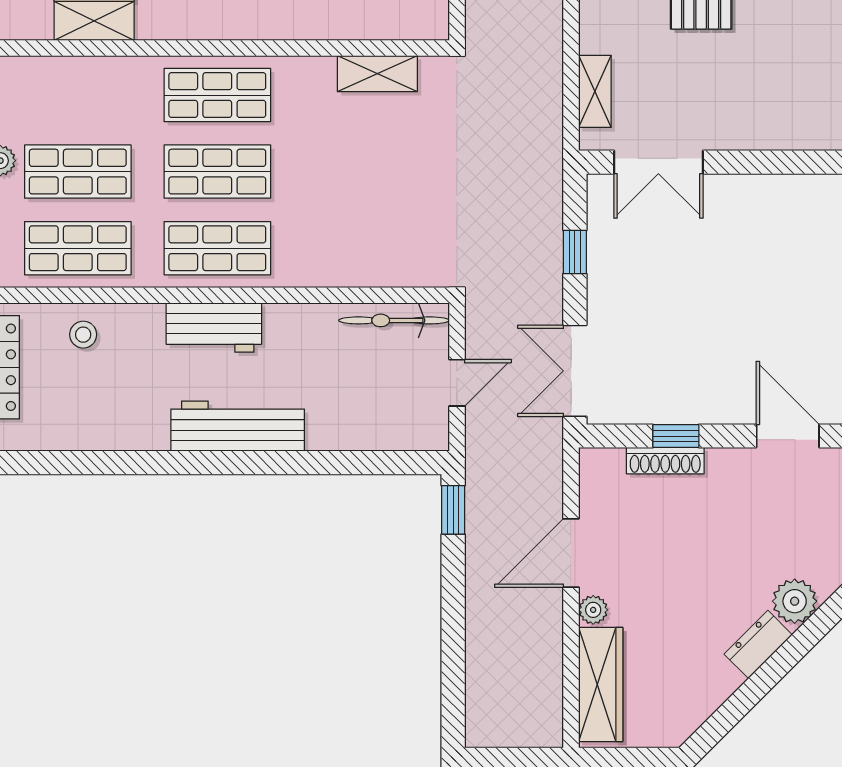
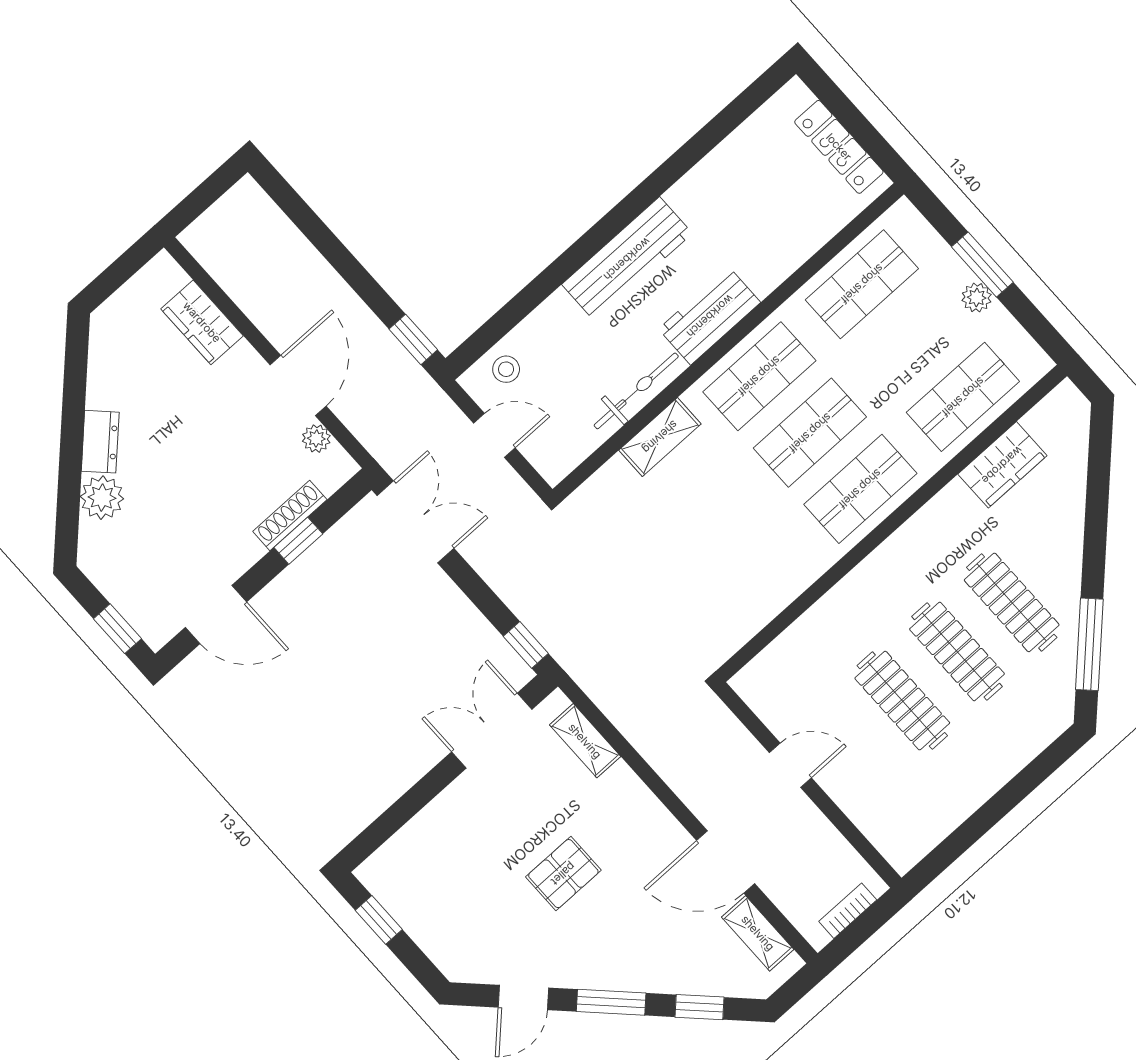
shelving: (377, 74) -> (660, 437), moved
shop shelf: (78, 172) -> (963, 397), moved
window: (575, 252) -> (526, 645), moved
bicycle: (394, 320) -> (636, 391), moved
stool: (83, 335) -> (506, 369), moved
door: (457, 383) -> (494, 435), swing flipped
plant: (593, 610) -> (316, 439), moved
wardrobe: (601, 684) -> (202, 322), width x0.67

